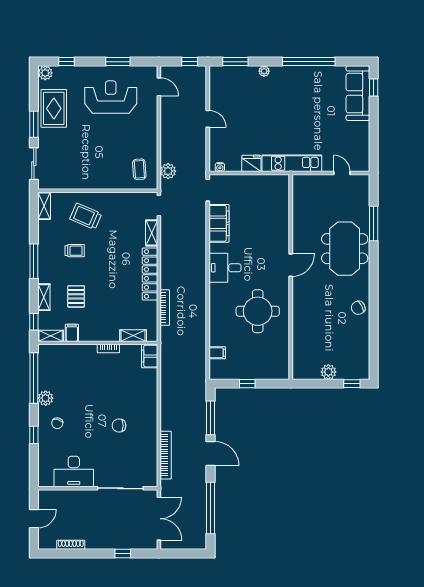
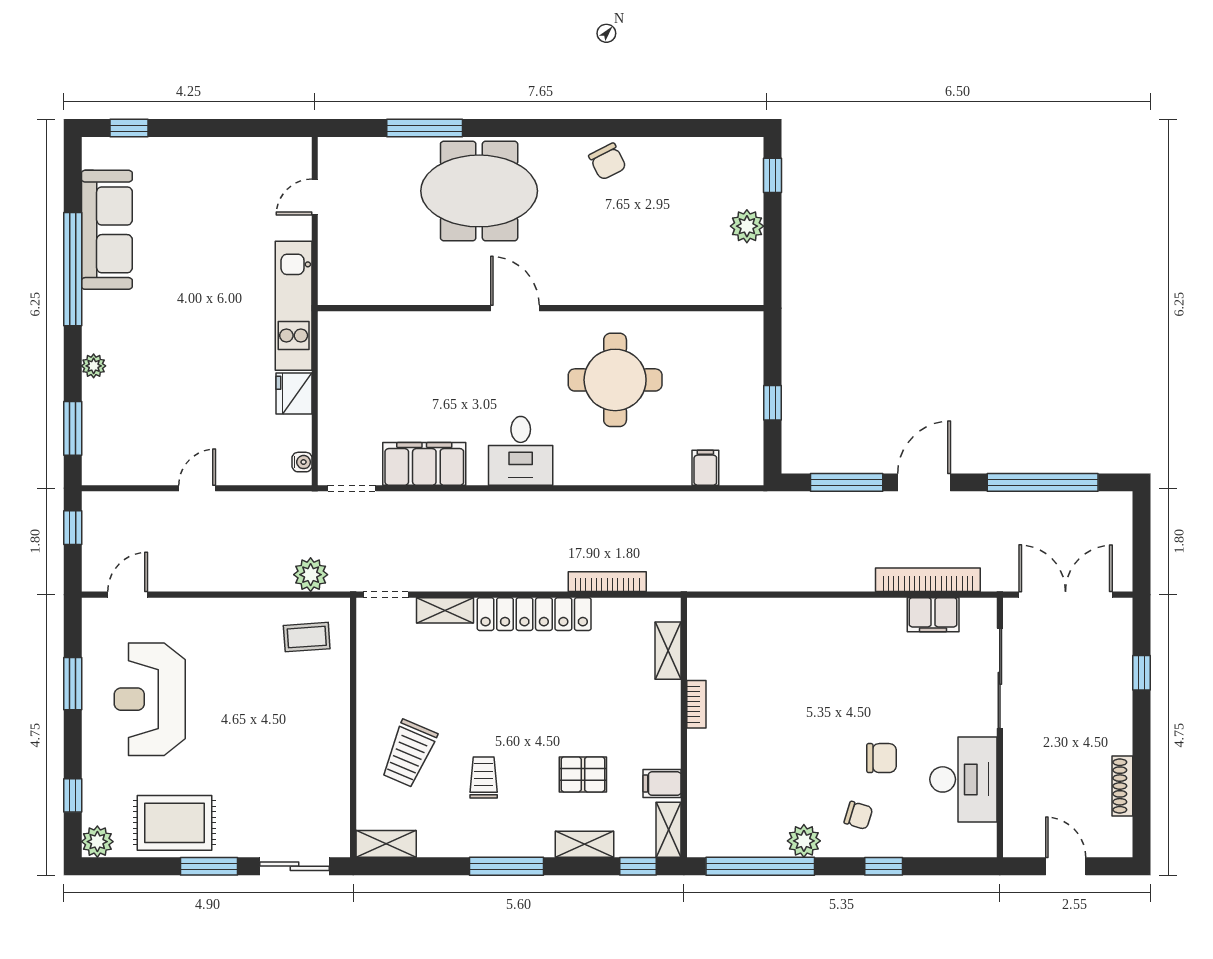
sofa: (358, 93) -> (107, 230), moved, turned -90
filing cabinet: (150, 356) -> (933, 615), moved
chair: (119, 425) -> (882, 758), moved, turned -90

